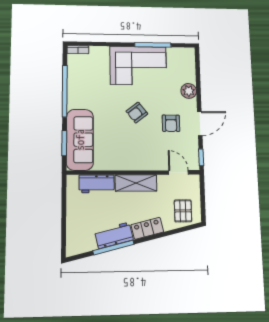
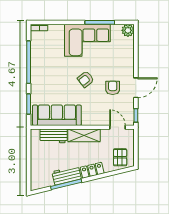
plant: (189, 91) -> (128, 30), moved
armchair: (171, 123) -> (113, 88), turned 180
sofa: (80, 140) -> (57, 115), moved, turned -90

